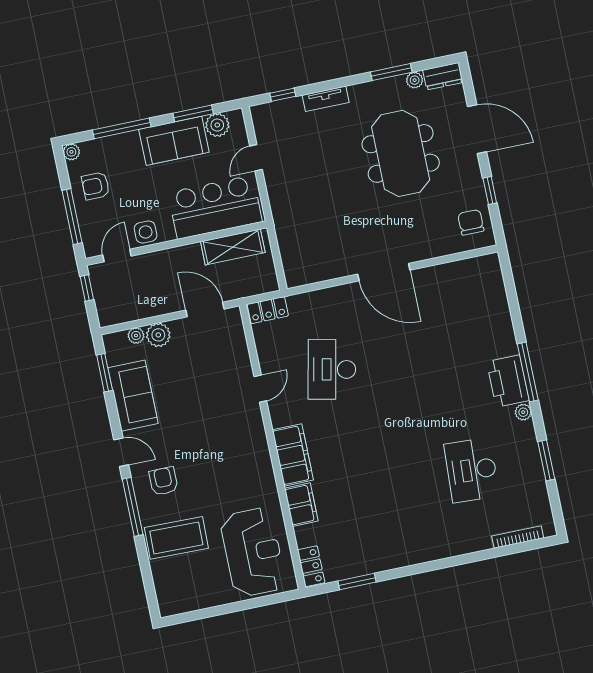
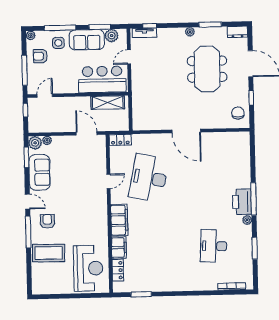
plant: (415, 80) -> (190, 32), moved
tv unit: (326, 99) -> (144, 33), moved
side table: (146, 232) -> (58, 43), moved
plant: (158, 335) -> (35, 143), moved
desk: (332, 369) -> (149, 178), width x1.36, depth x1.30
locker: (311, 566) -> (118, 270), moved

